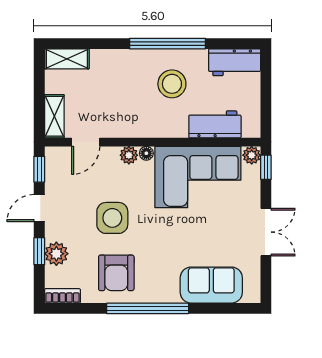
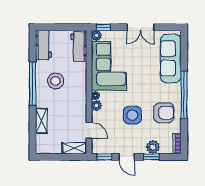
shelving: (67, 59) -> (41, 121), moved
workbench: (215, 124) -> (79, 46), moved
double door: (266, 232) -> (140, 27), swing flipped
sofa: (211, 285) -> (171, 58), width x1.36

